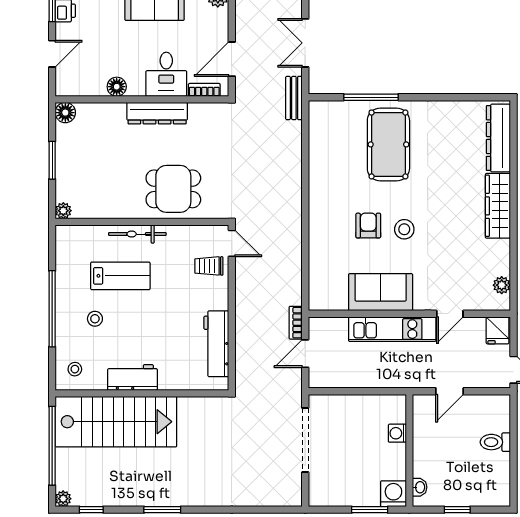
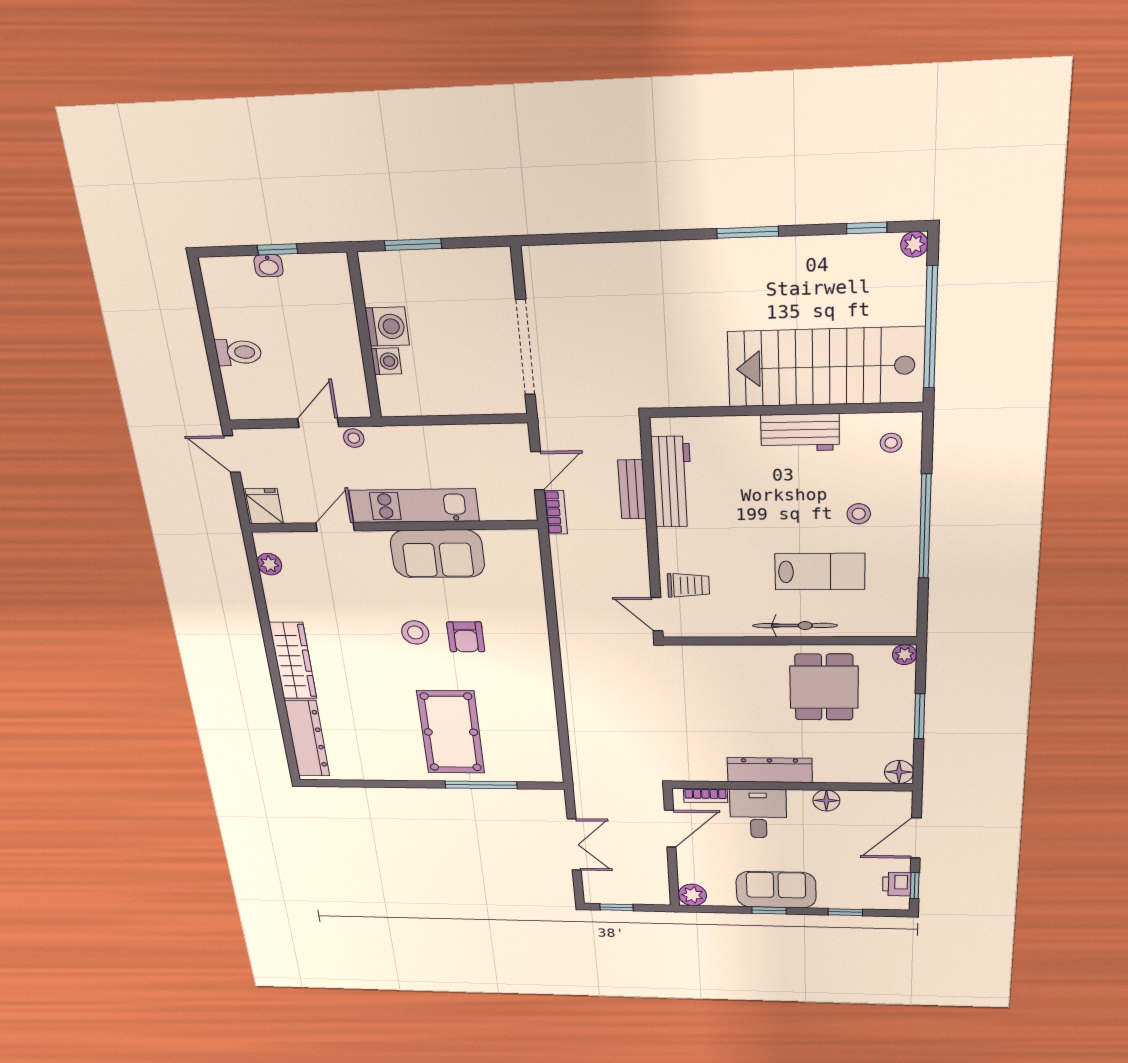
door: (52, 54) -> (916, 838), width x1.38
bench: (294, 98) -> (632, 489), moved
dining table: (173, 189) -> (824, 687), moved, turned 90
lab bench: (120, 276) -> (820, 572), turned 180
stool: (427, 380) -> (354, 438), added
washbasin: (420, 487) -> (269, 266), moved, turned -90
washing machine: (393, 494) -> (387, 327), moved, turned -90

